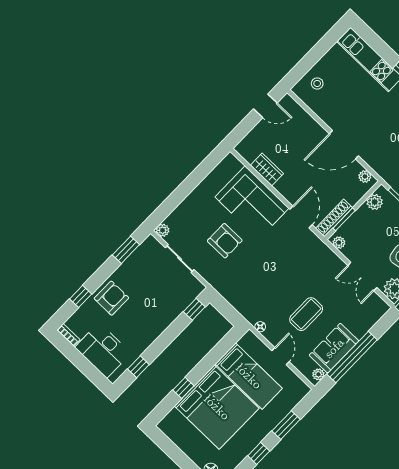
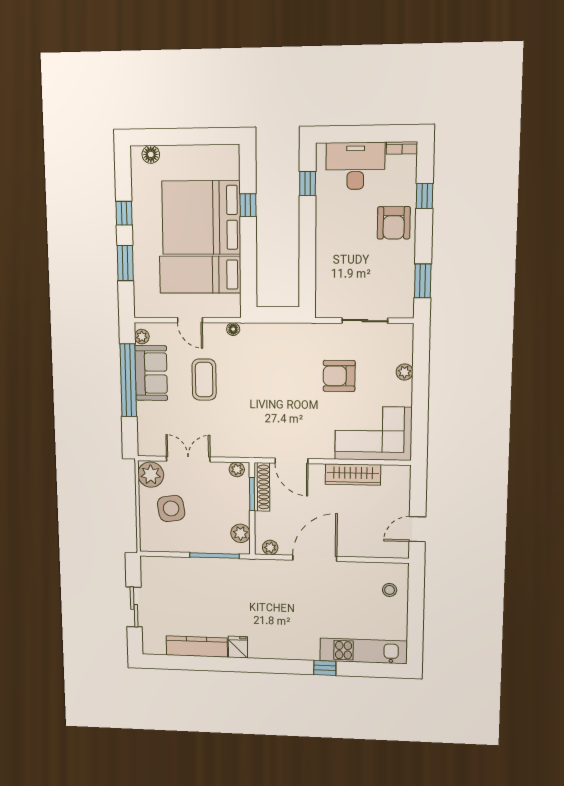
wardrobe: (267, 169) -> (353, 475), width x1.50
corner sofa: (252, 202) -> (373, 433), moved
plant: (163, 230) -> (405, 372), moved
window: (194, 309) -> (307, 287), removed

